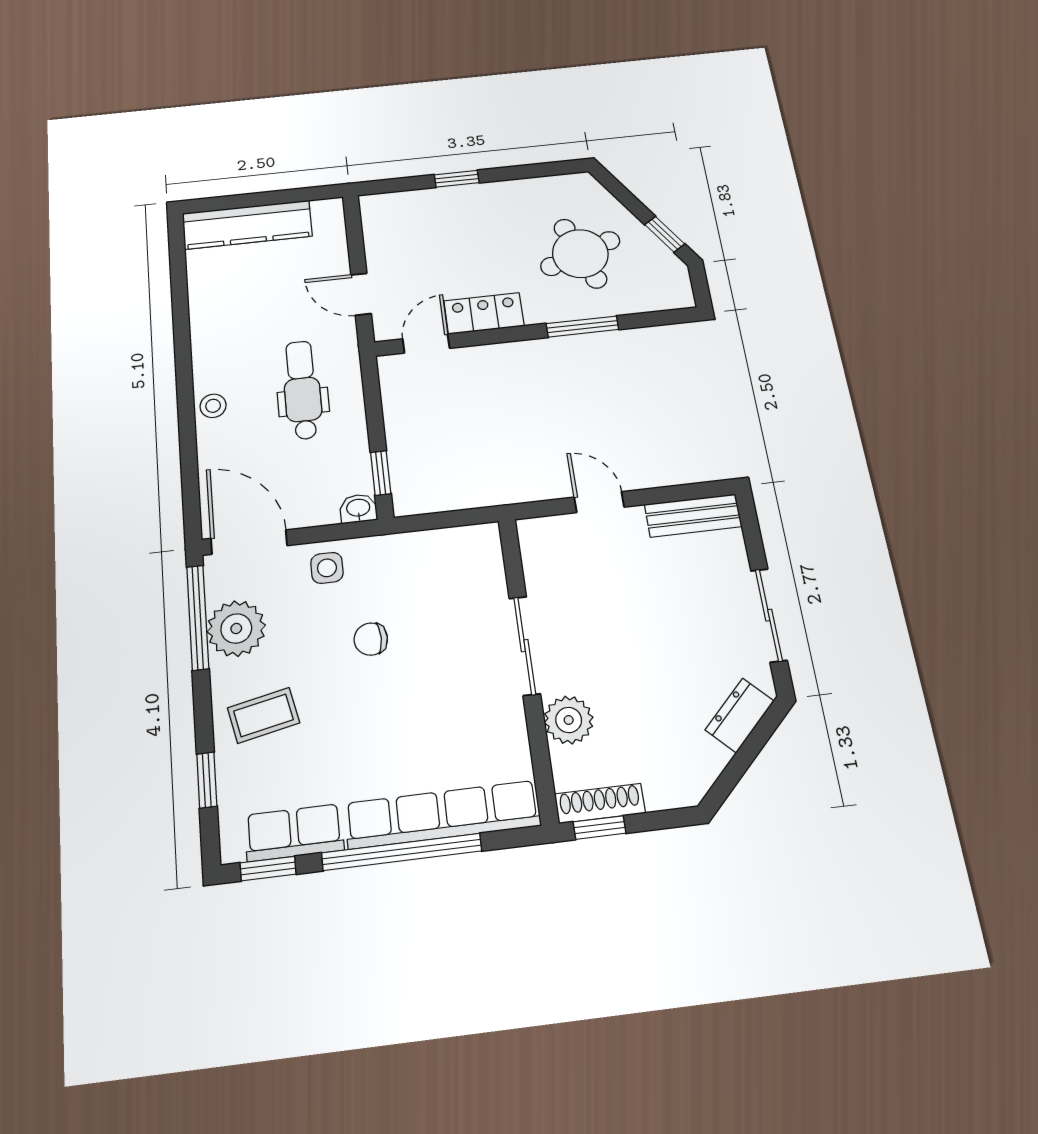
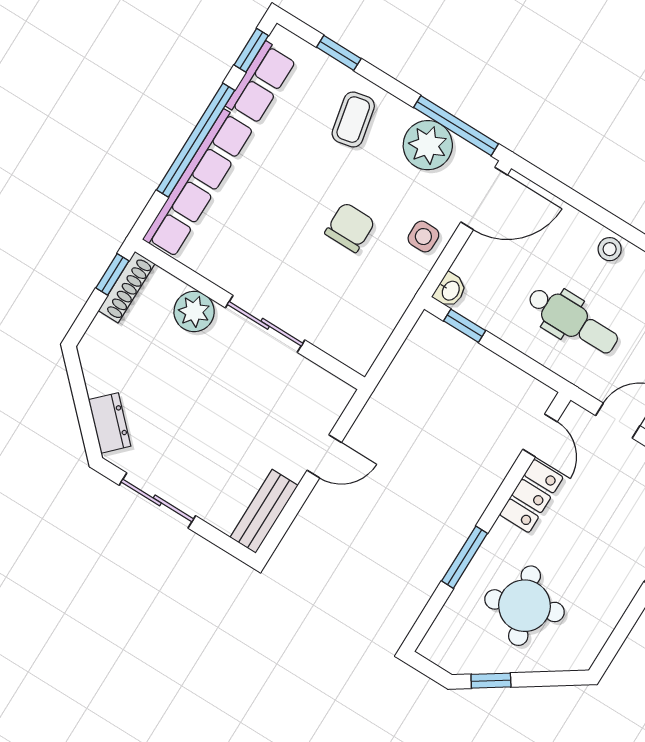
chair: (371, 639) -> (350, 227), width x1.37, depth x1.37

